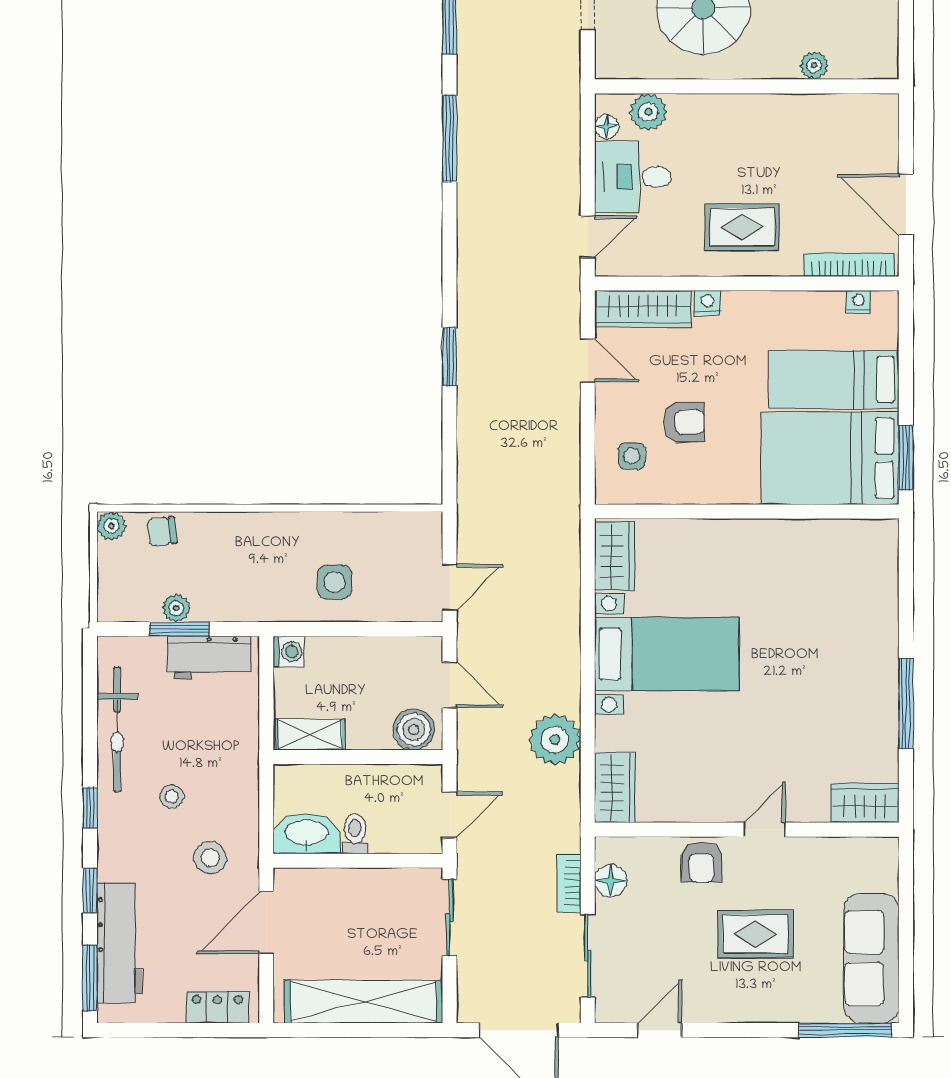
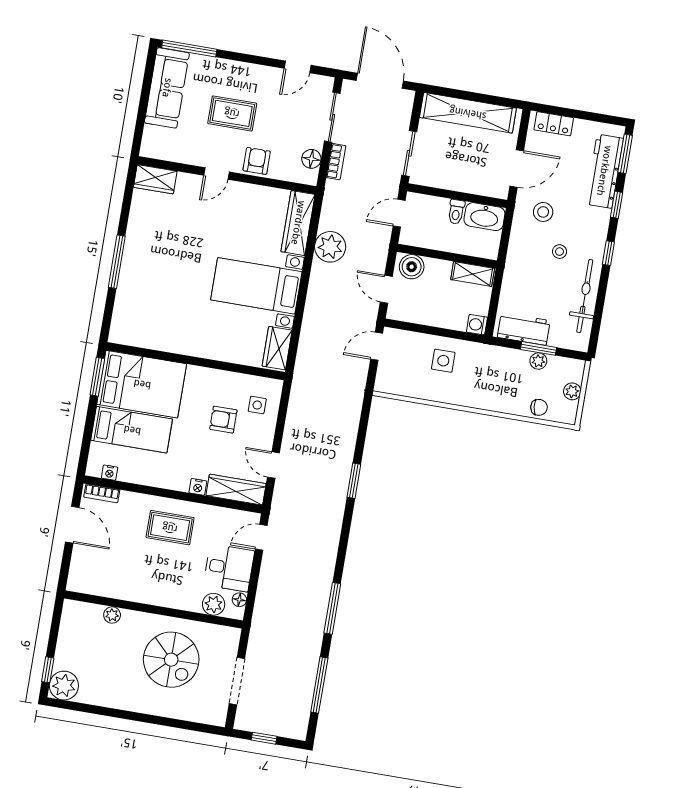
bookcase: (849, 265) -> (102, 493), width x0.64
plant: (111, 526) -> (572, 391), moved
window: (906, 704) -> (117, 262), moved
wardrobe: (615, 788) -> (298, 223), width x1.50

